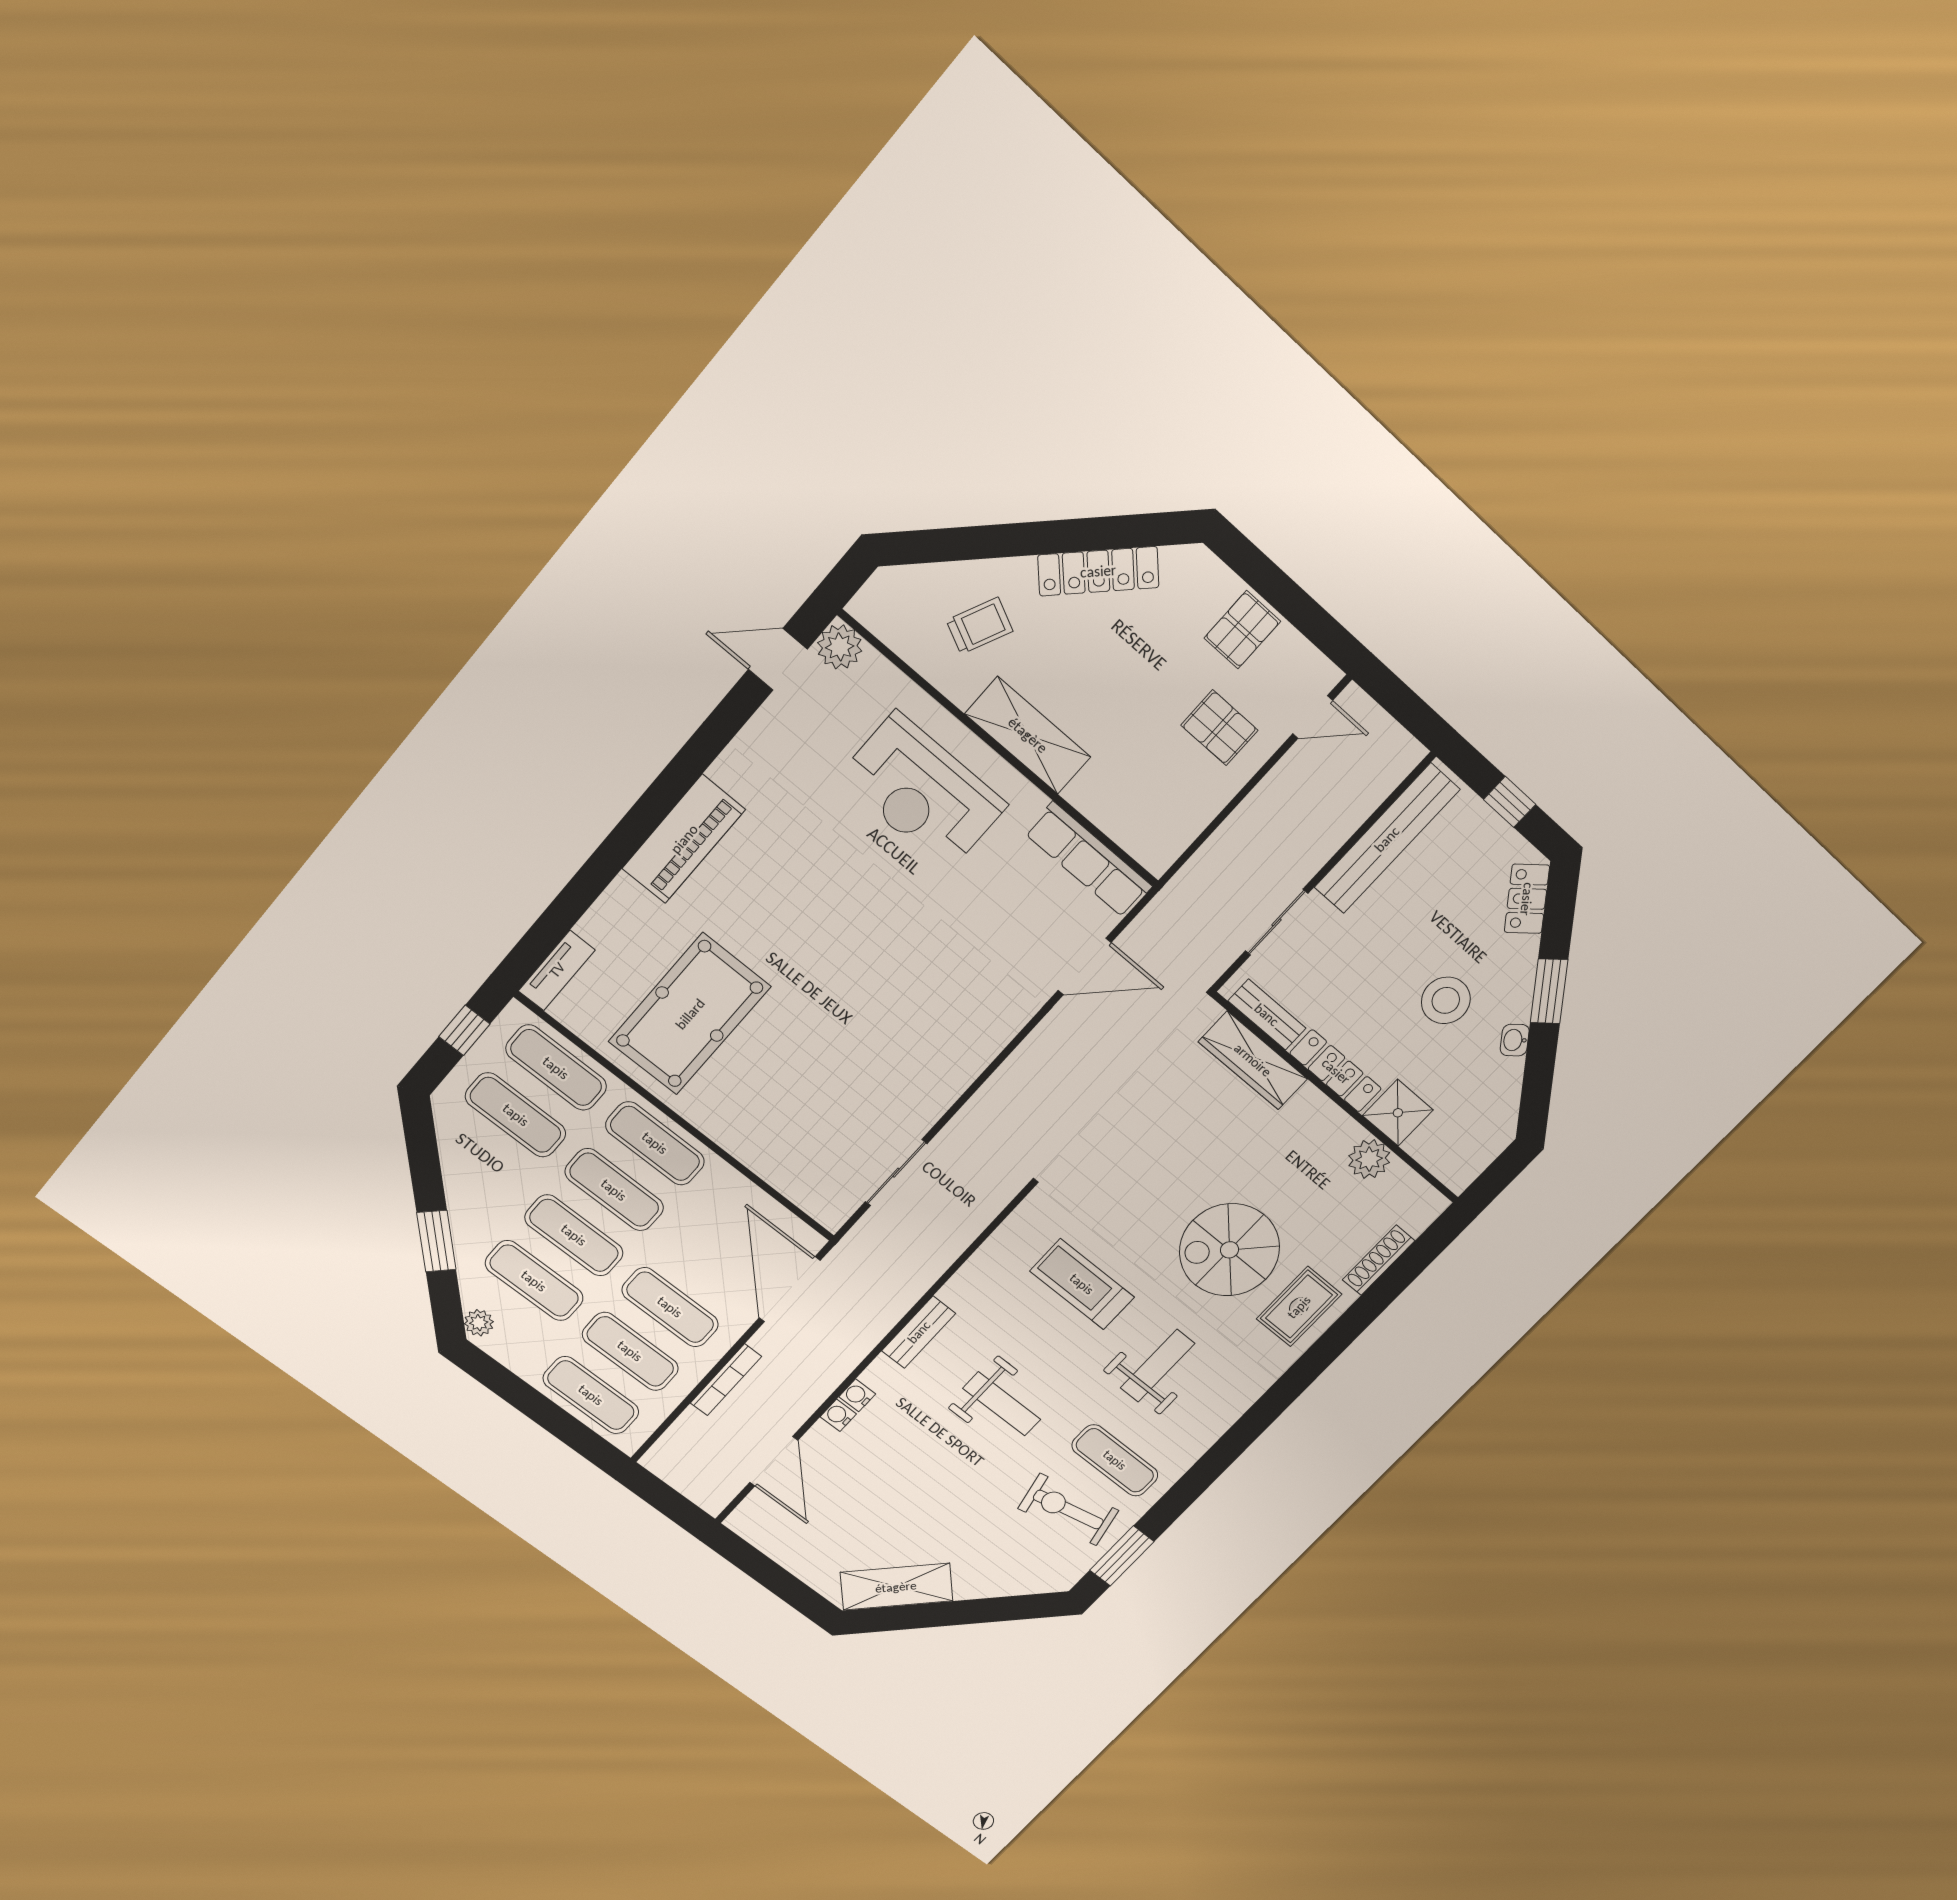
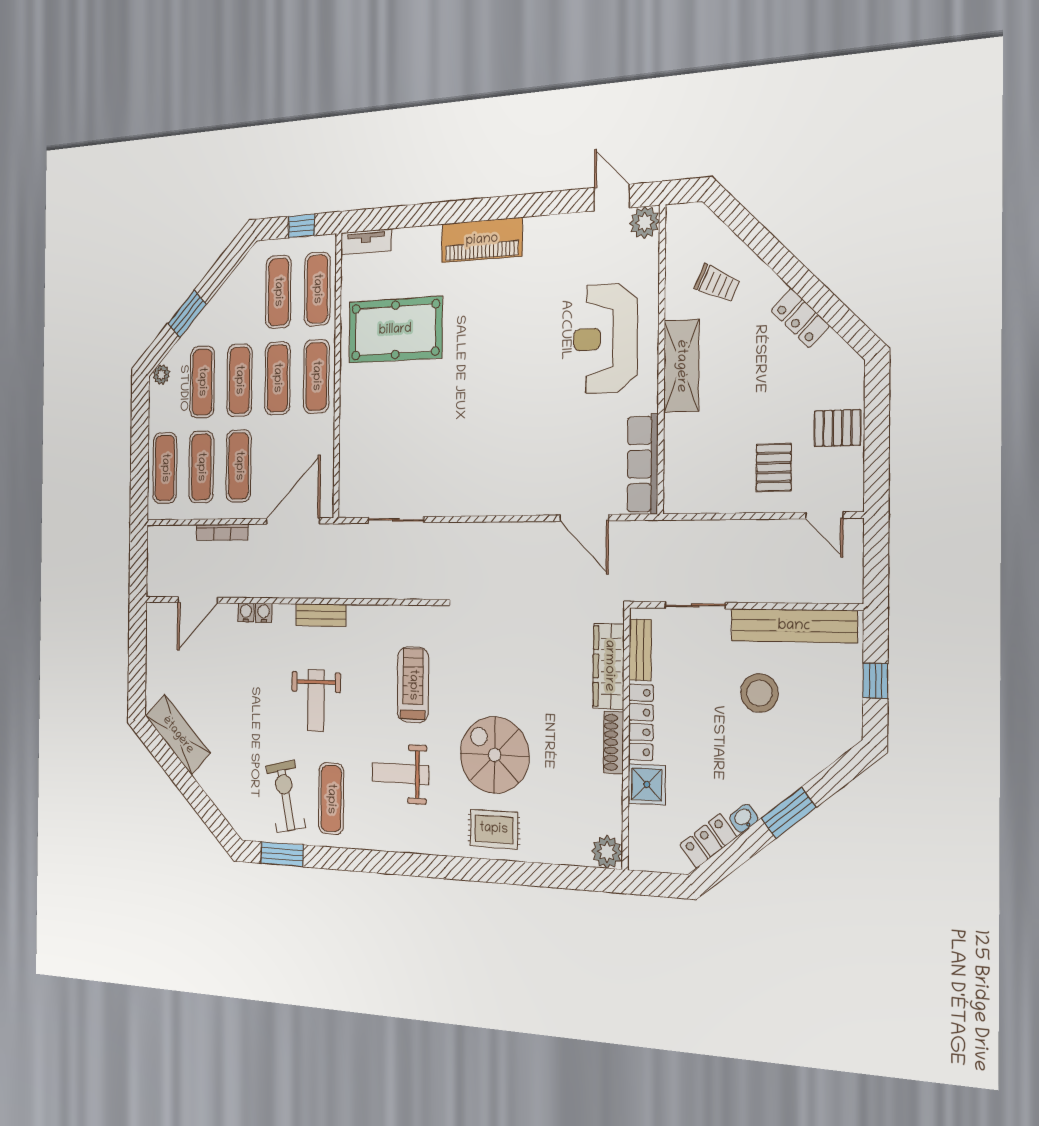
locker: (1098, 571) -> (800, 318), width x0.66
locker: (1527, 899) -> (708, 841), moved
stool: (1446, 1000) -> (759, 693), moved
plant: (1369, 1159) -> (607, 852), moved
shoe rack: (1379, 1260) -> (614, 742), moved, turned -90
weight bench: (1158, 1366) -> (400, 774), turned 180

